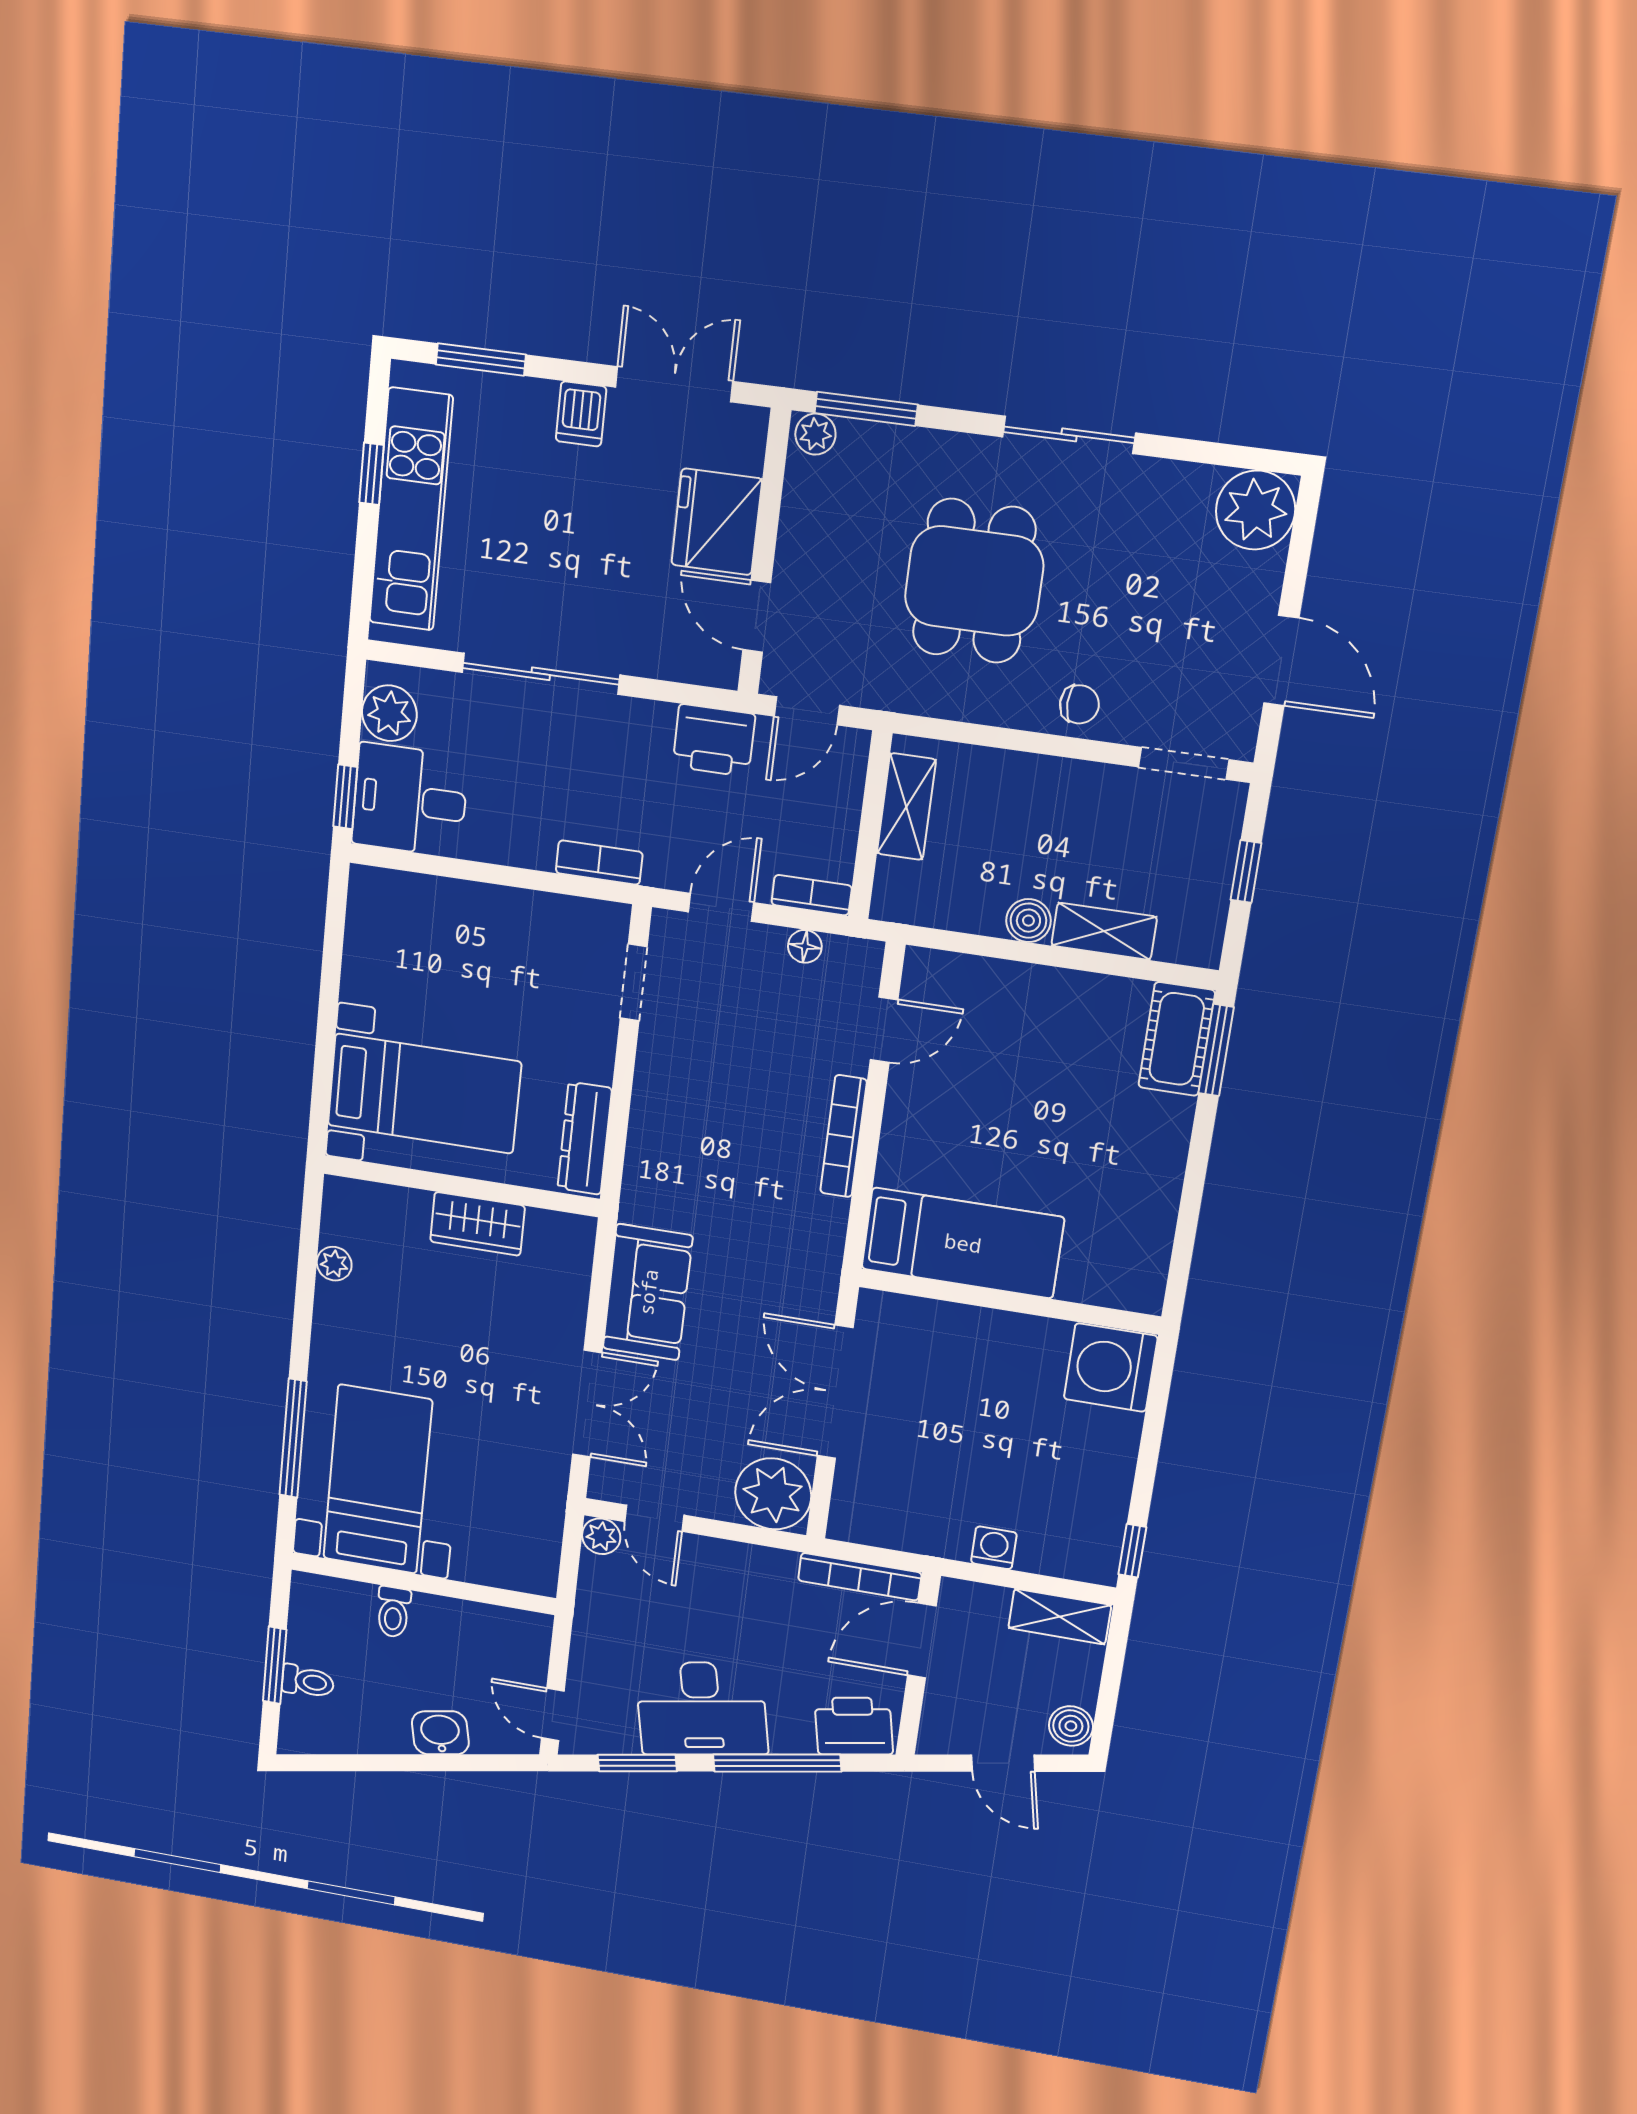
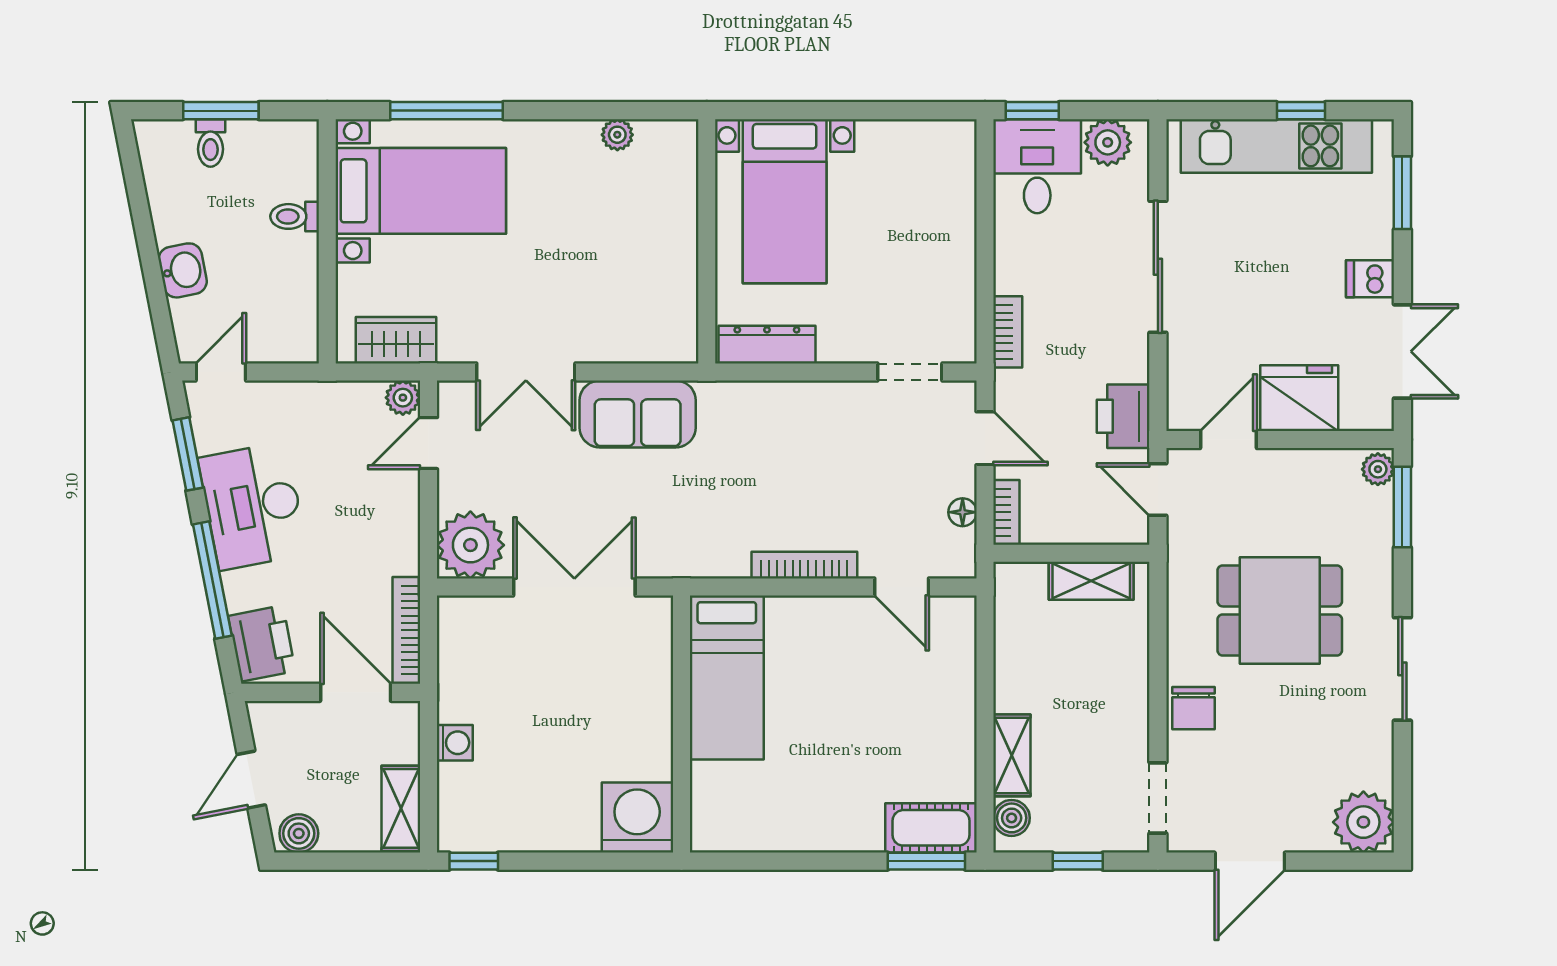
chair: (1079, 704) -> (1193, 708), width x1.37, depth x1.37
boiler: (1028, 921) -> (1012, 818), moved
wardrobe: (477, 1224) -> (396, 340), moved, turned 90

